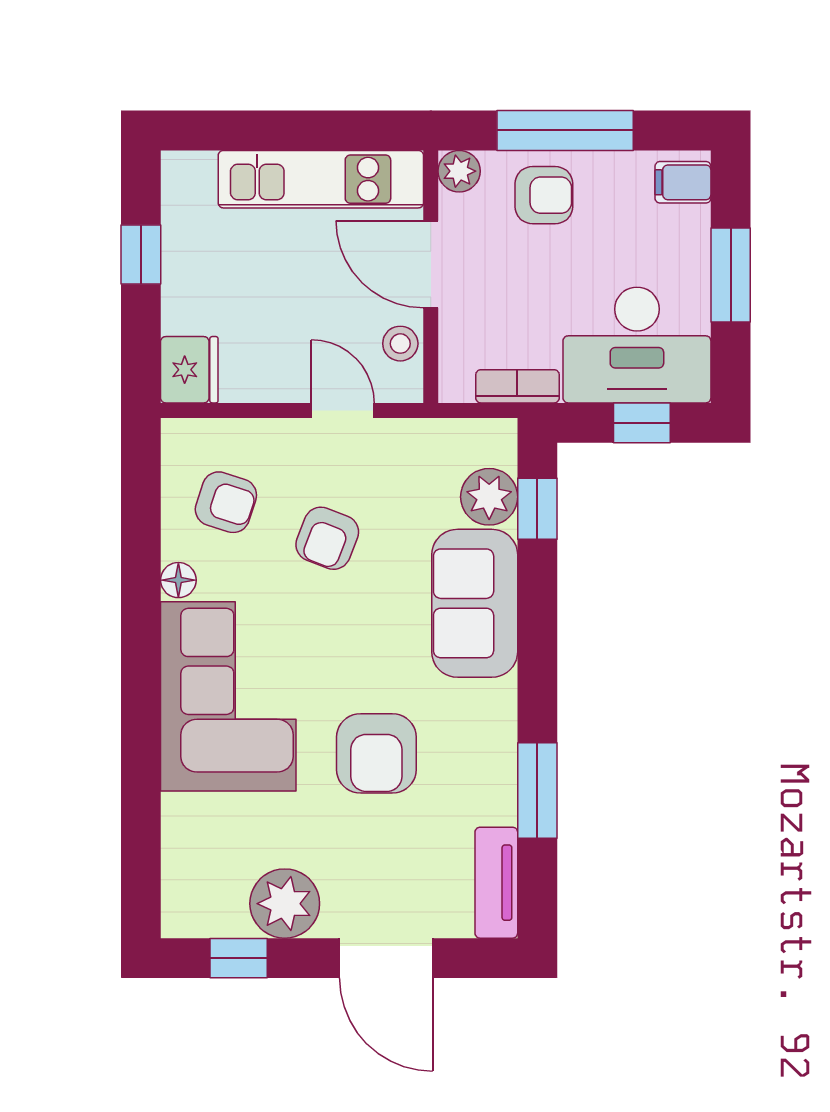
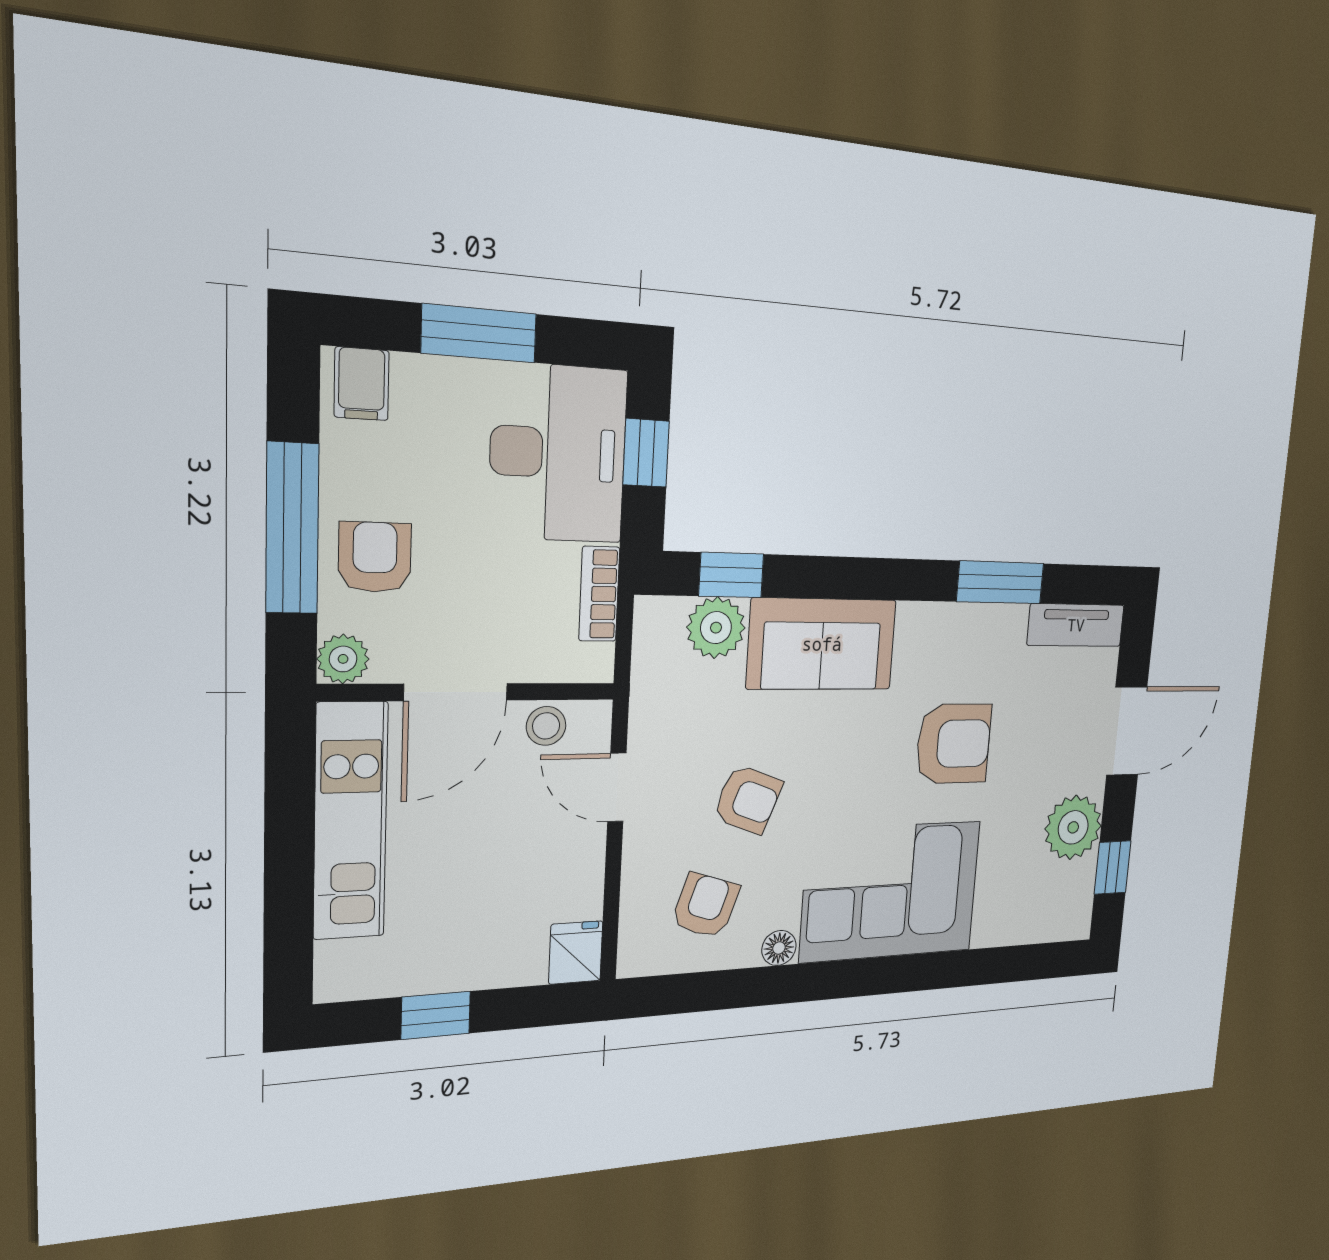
fridge: (189, 370) -> (576, 953), width x0.72
door: (343, 410) -> (617, 787), hinge flipped

